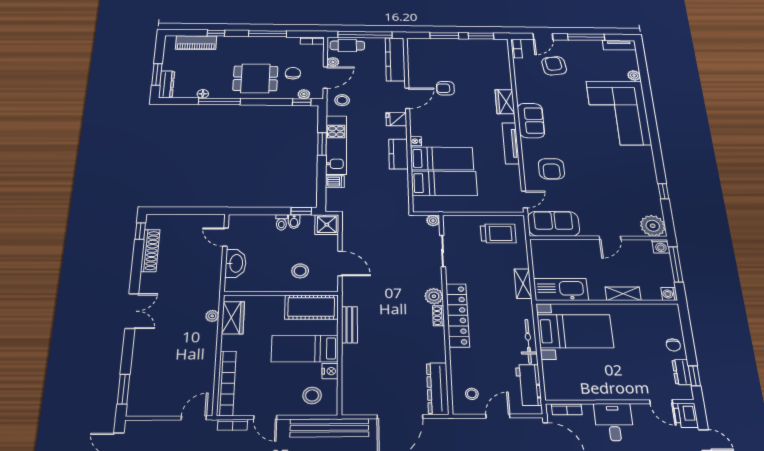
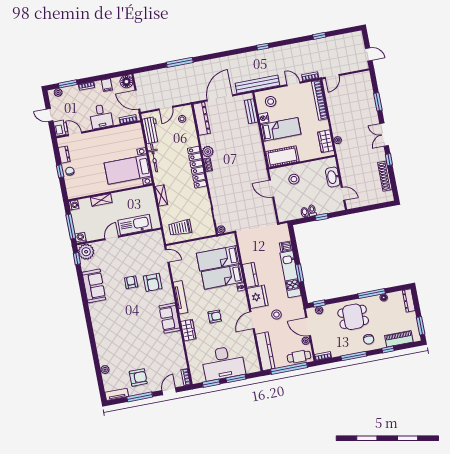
desk: (459, 56) -> (223, 363), added
armchair: (554, 66) -> (138, 377), moved, turned -82
chair: (293, 73) -> (369, 339), moved
window: (157, 74) -> (421, 326), moved
door: (325, 78) -> (308, 327), hinge flipped
armchair: (445, 88) -> (215, 316), moved
stool: (342, 100) -> (276, 315), moved
corner sofa: (618, 113) -> (113, 336), removed
fridge: (396, 119) -> (257, 297), width x1.88, depth x1.34
armchair: (551, 169) -> (153, 282), turned 180
armchair: (585, 174) -> (131, 282), added
window: (663, 191) -> (77, 259), moved
door: (524, 199) -> (167, 256), swing flipped
window: (301, 211) -> (322, 217), moved
sofa: (554, 224) -> (94, 286), moved, turned -90
shower: (327, 225) -> (285, 214), removed
window: (140, 231) -> (389, 160), moved
kitchen sink: (561, 289) -> (135, 225), moved, turned 180
plant: (434, 296) -> (208, 152), moved
bench: (349, 325) -> (251, 111), moved
window: (694, 376) -> (60, 171), moved
window: (124, 389) -> (378, 102), moved

